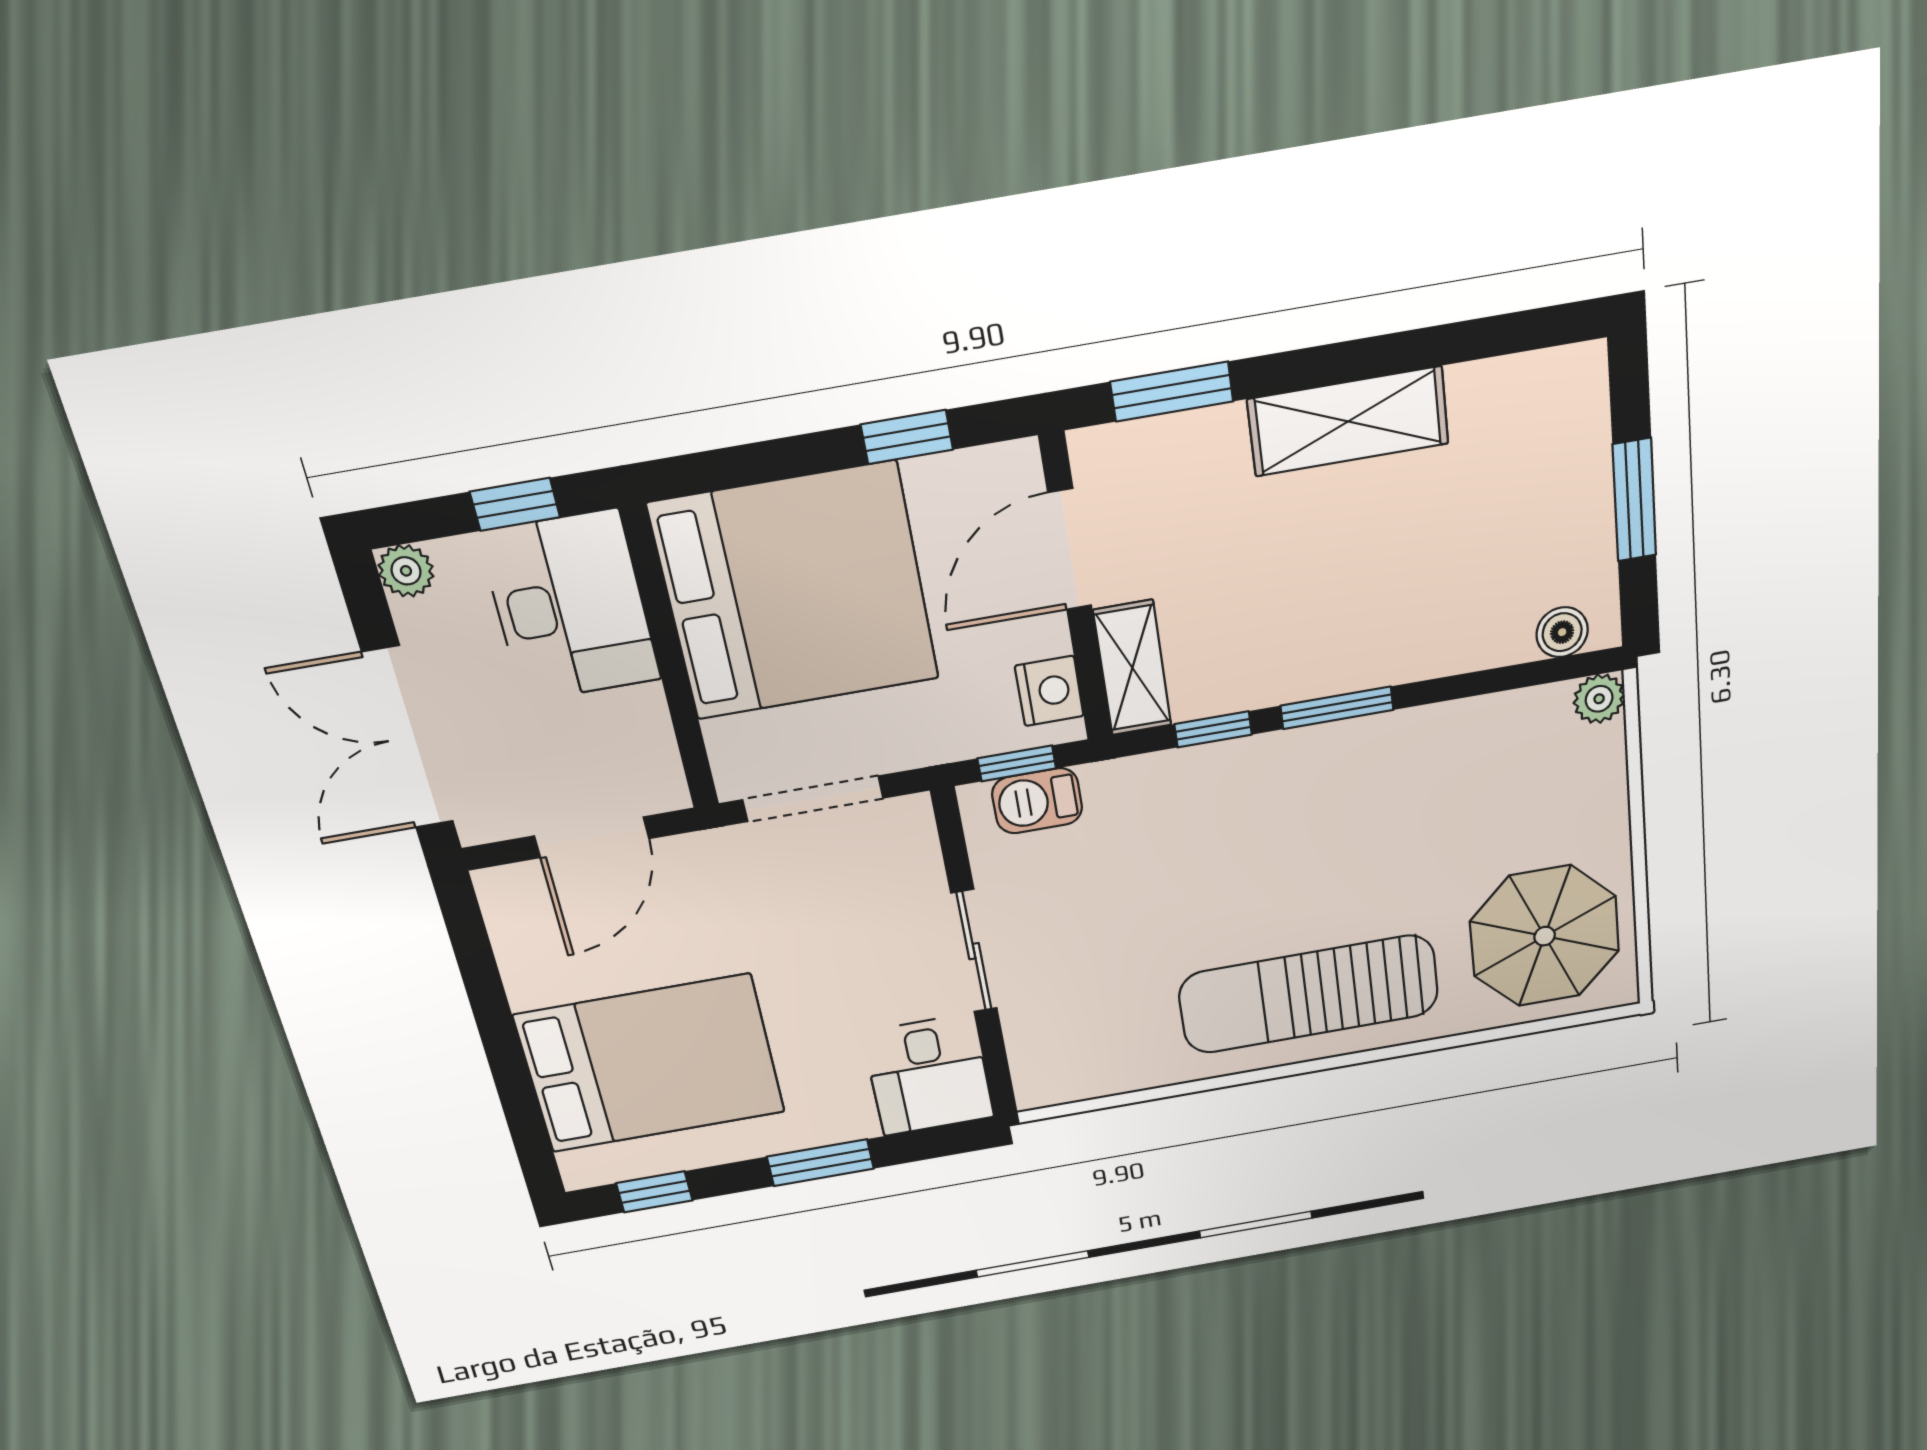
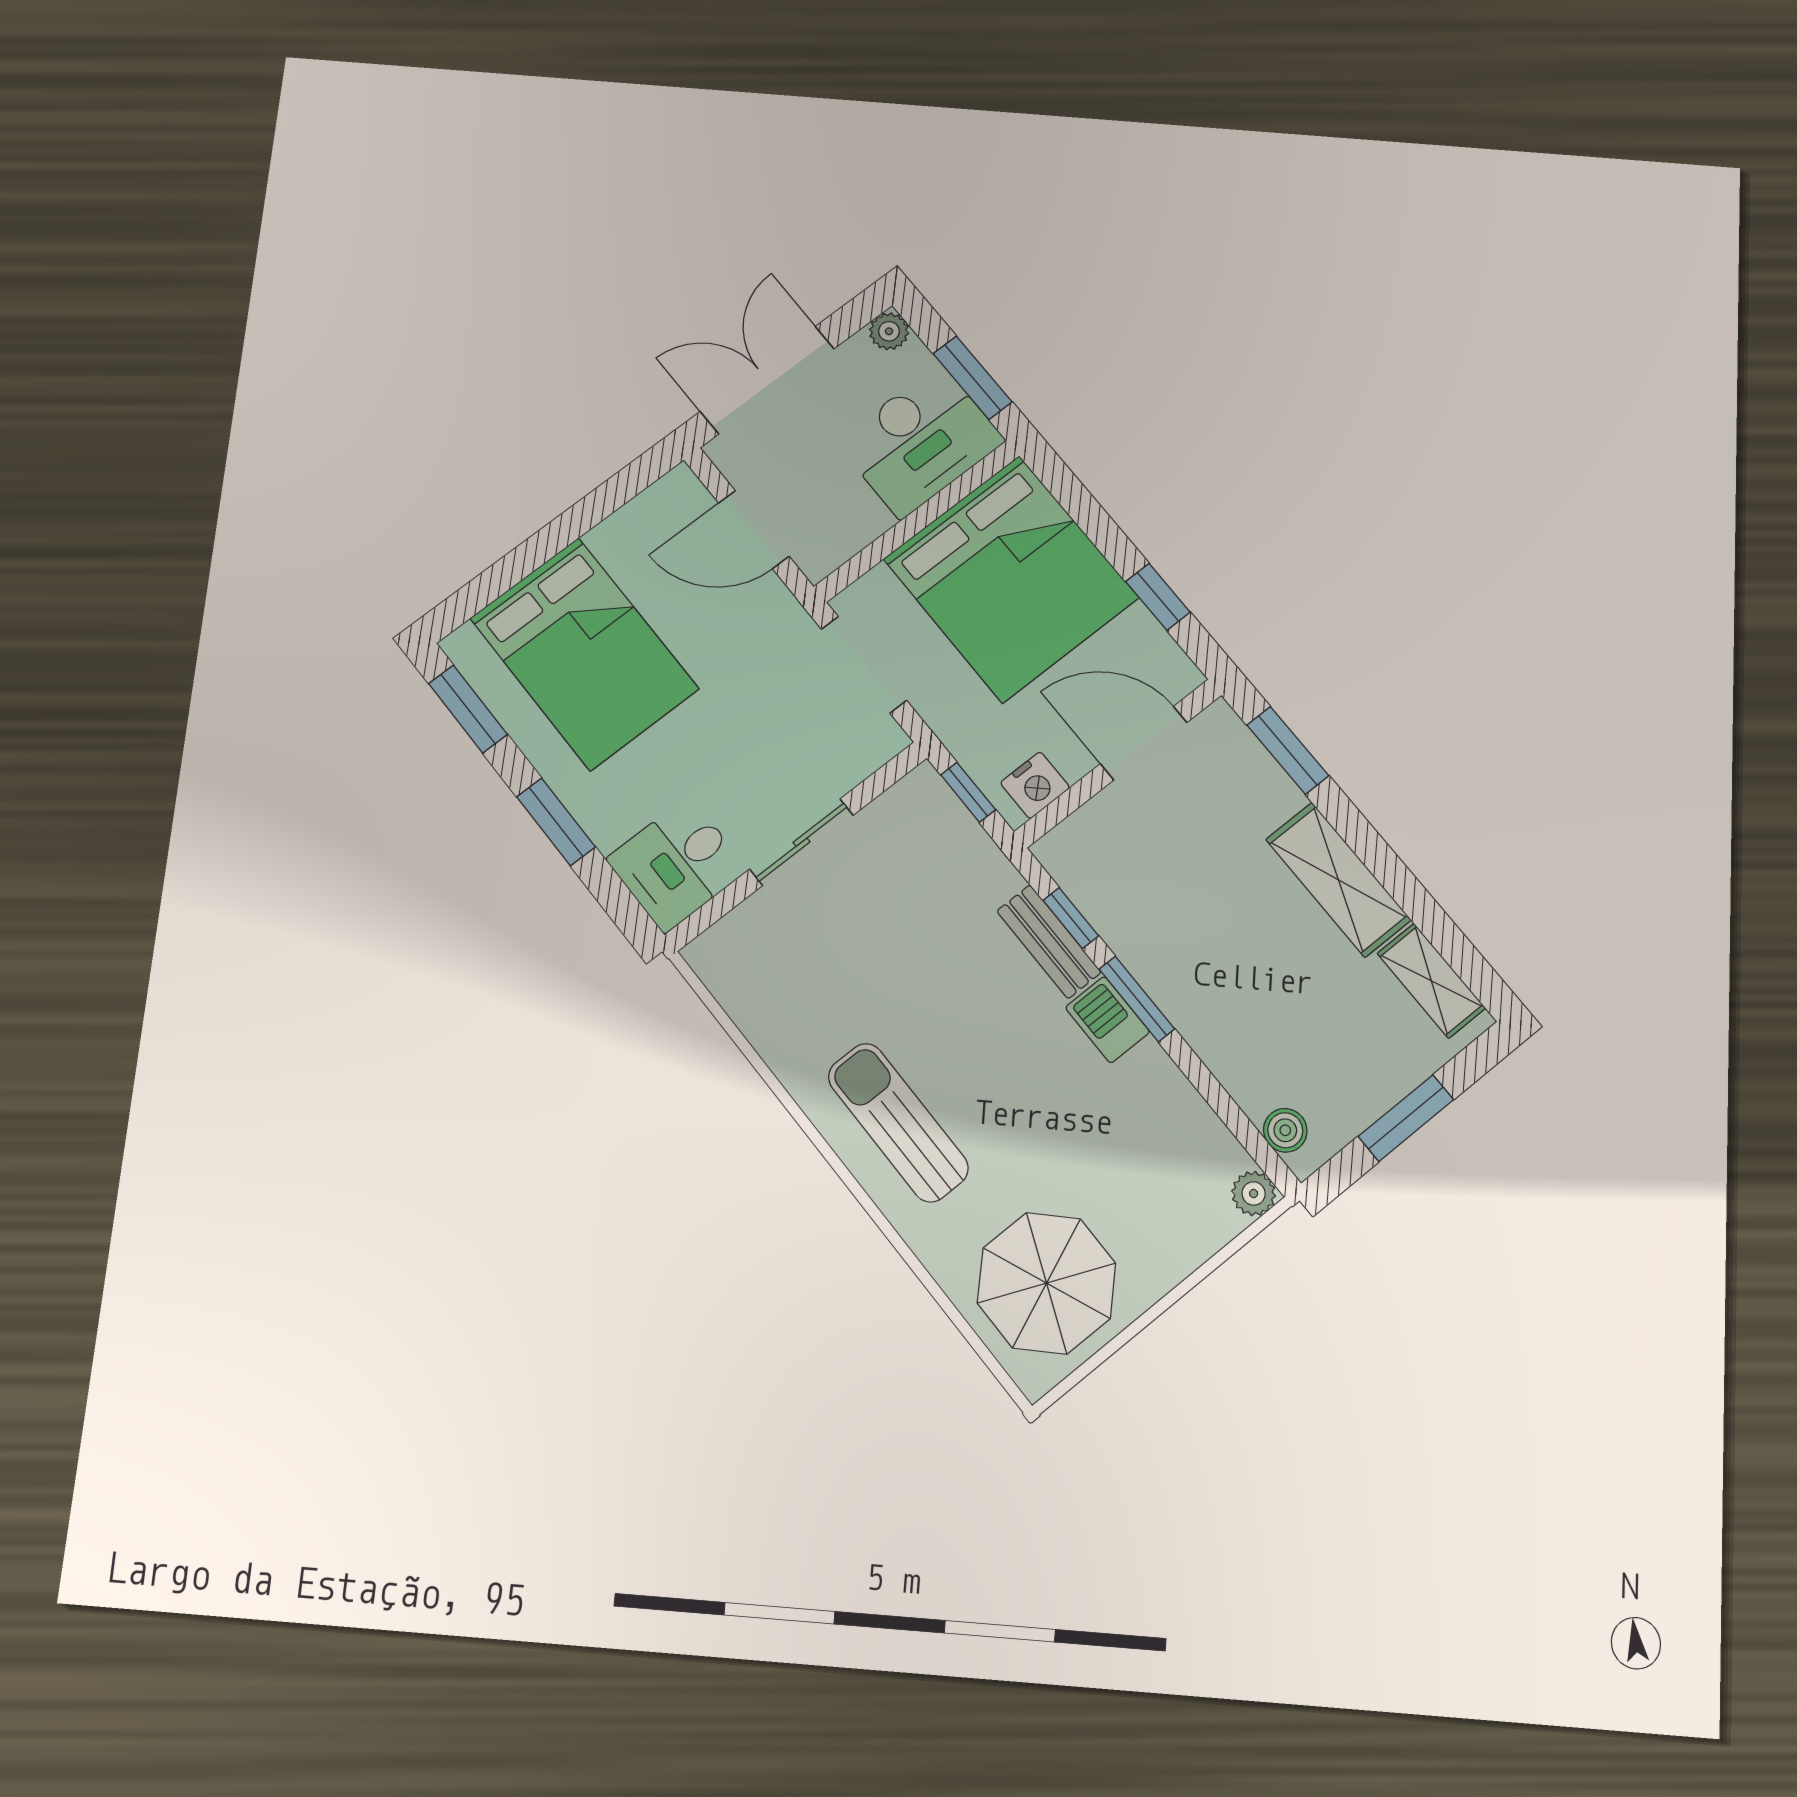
window: (515, 504) -> (973, 378), width x1.50
shelving: (1132, 668) -> (1431, 981), moved, turned 90
bench: (1224, 764) -> (1049, 942), added
barbecue: (1037, 801) -> (1107, 1020), moved
sun lounger: (1309, 994) -> (898, 1122), width x0.73, depth x0.75
window: (654, 1192) -> (468, 709), width x1.50

